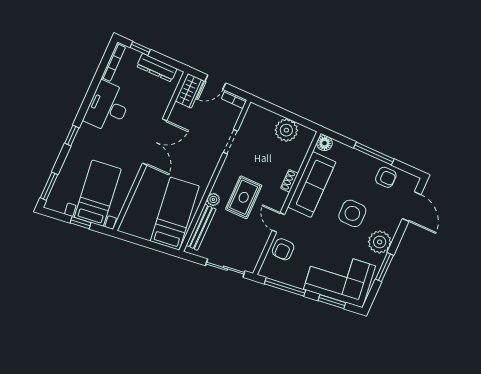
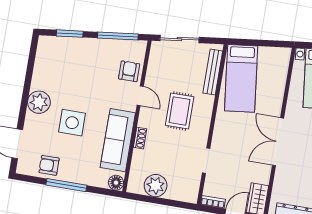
plant: (213, 199) -> (208, 101), removed
window: (384, 267) -> (28, 79), removed
corner sofa: (339, 278) -> (68, 58), removed

